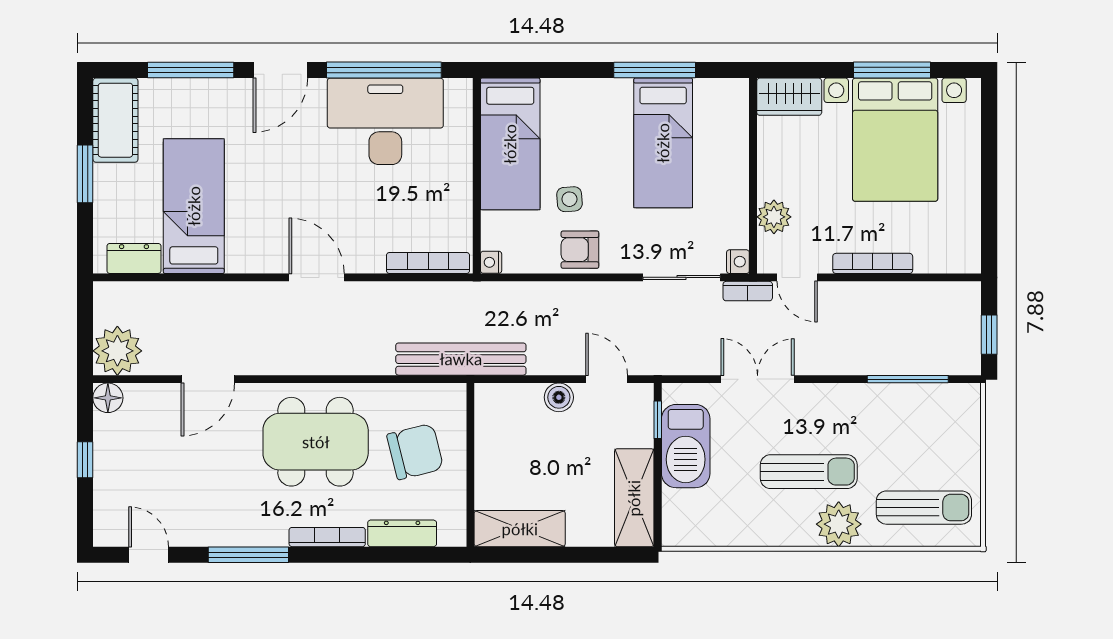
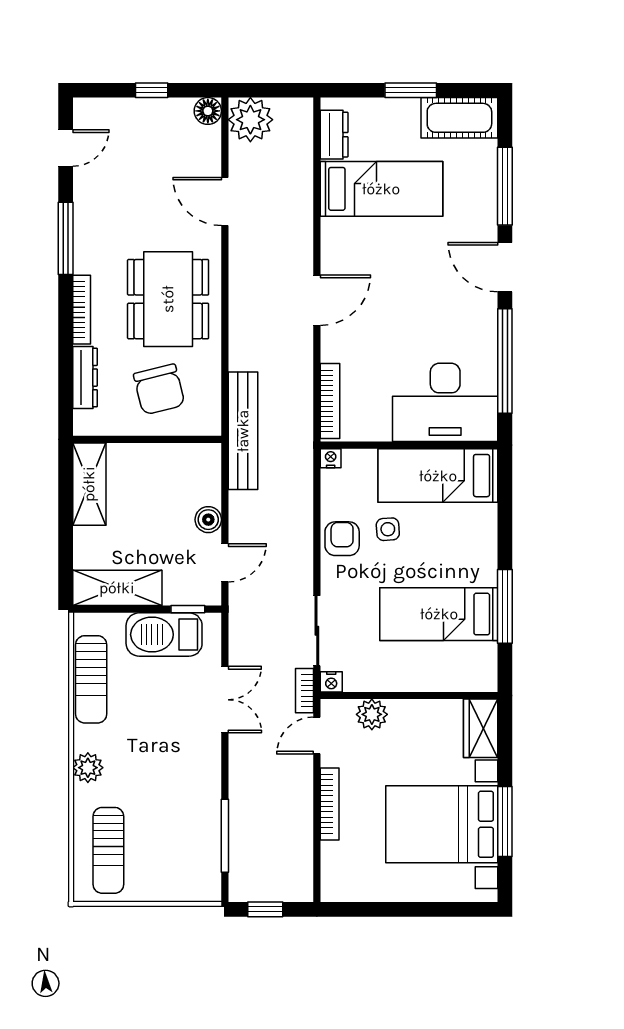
desk: (385, 121) -> (445, 402), moved, turned 90
sun lounger: (809, 472) -> (91, 679), moved
plant: (839, 524) -> (88, 768), width x0.73, depth x0.73

